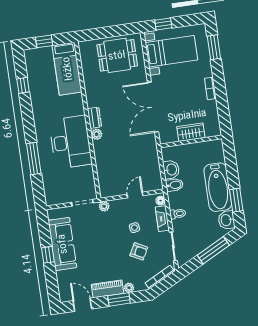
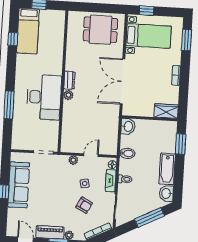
bed: (67, 69) -> (28, 31), moved
wardrobe: (191, 132) -> (166, 111), moved
washbasin: (171, 170) -> (128, 126), moved
bathtub: (218, 187) -> (167, 169), width x0.73, depth x0.73
window: (236, 200) -> (181, 144), moved
plant: (104, 206) -> (73, 160), moved

